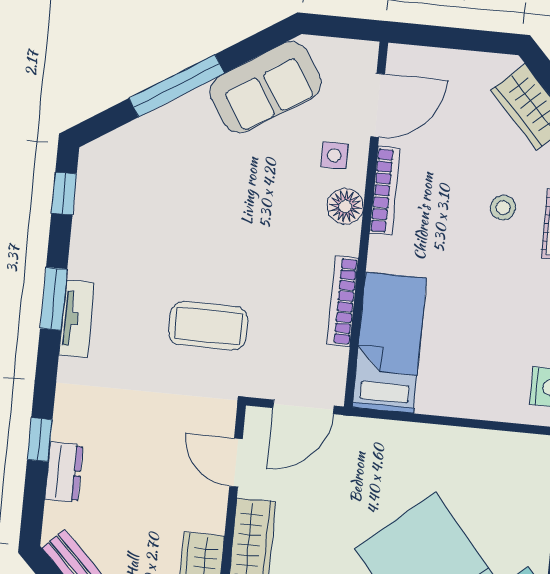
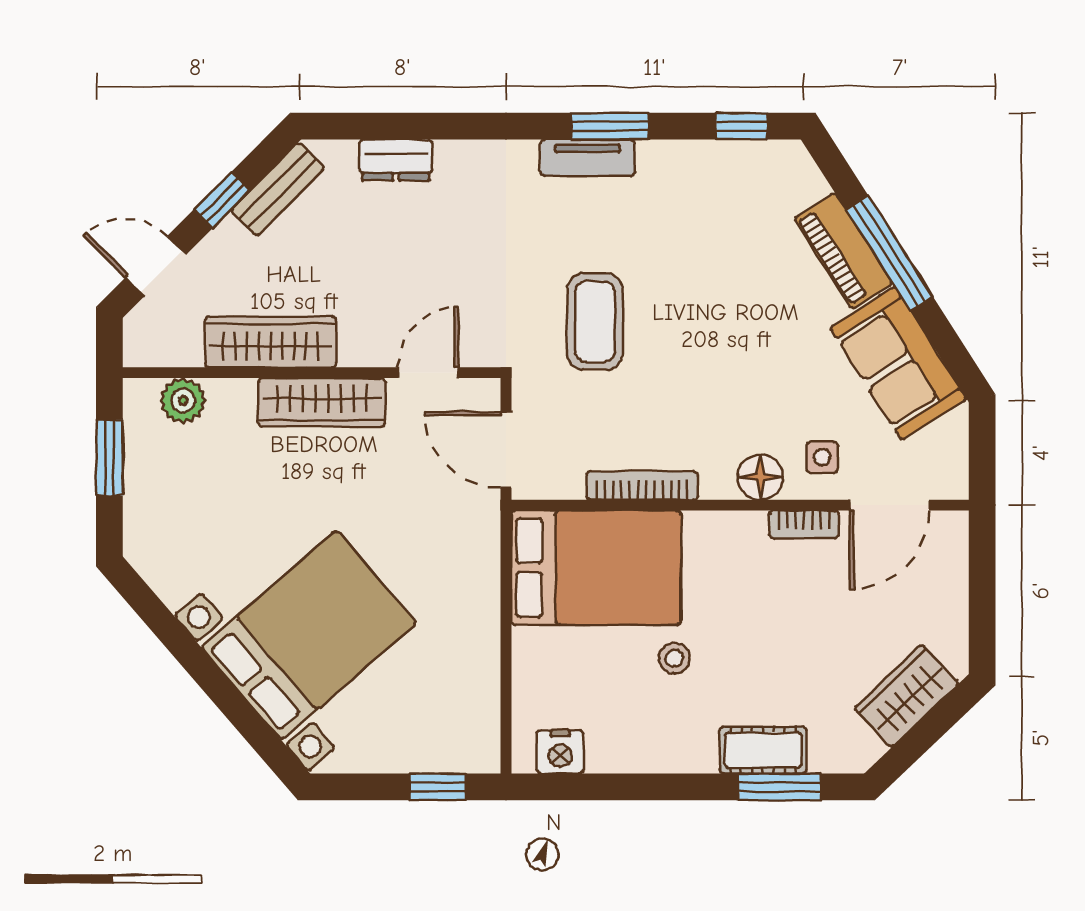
door: (378, 105) -> (889, 505), hinge flipped
piano: (171, 122) -> (843, 251), added
bookcase: (385, 191) -> (804, 524), width x0.64
stool: (503, 208) -> (674, 658), moved
bed: (389, 343) -> (596, 568), width x1.50
window: (40, 440) -> (433, 126), removed

